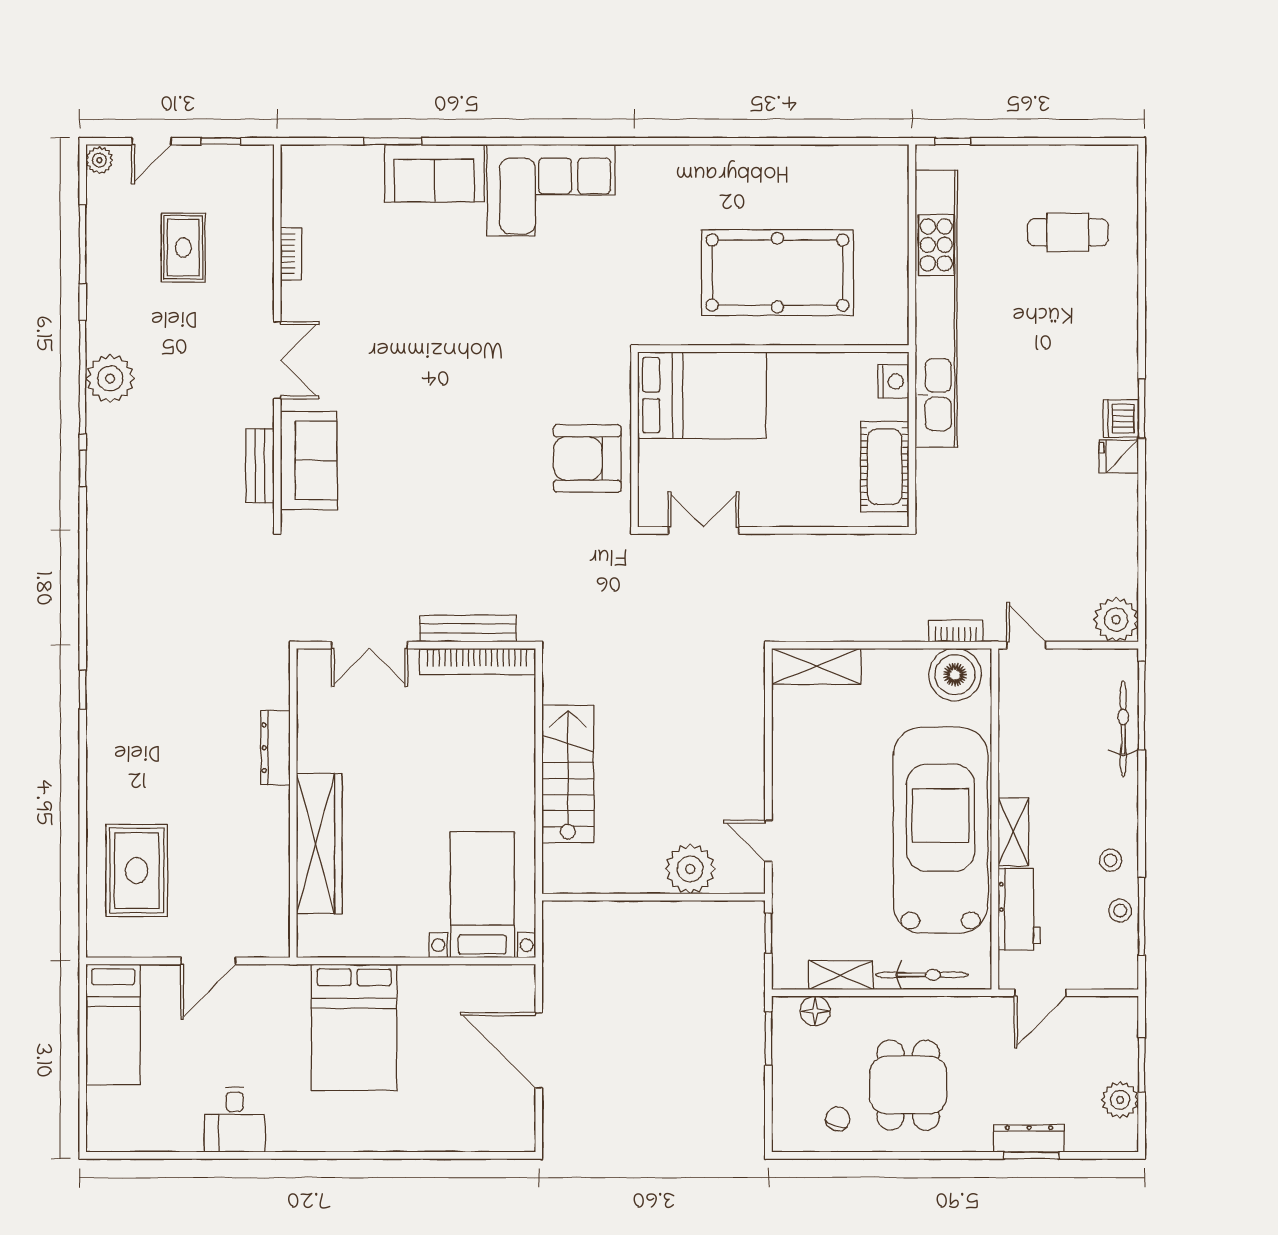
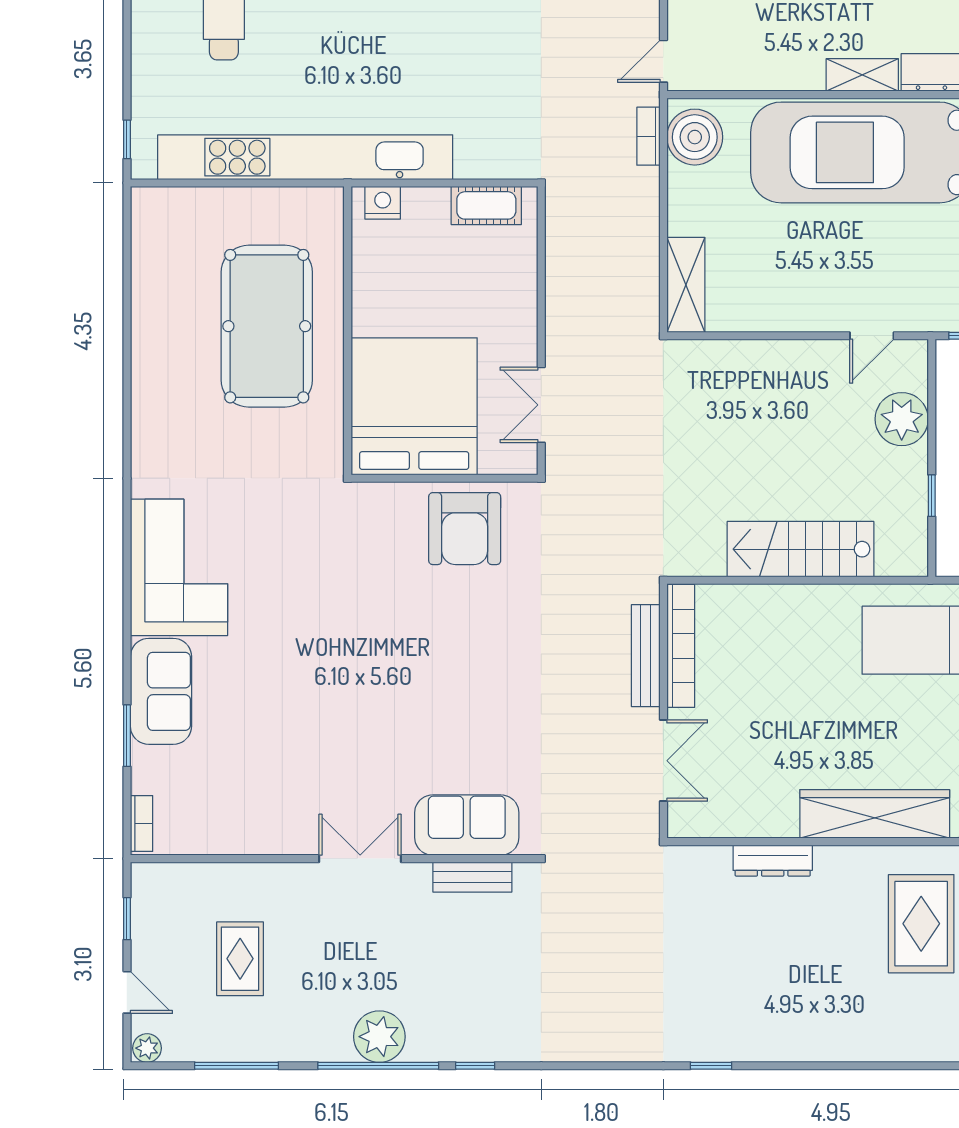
rug: (183, 247) -> (240, 959), turned 90
bookcase: (291, 254) -> (142, 823), moved, turned 90
bed: (702, 395) -> (414, 406), width x1.36
cot: (885, 467) -> (486, 205), width x0.73, depth x0.75
rug: (137, 870) -> (921, 924), moved, turned 90
window: (618, 897) -> (932, 496), added

